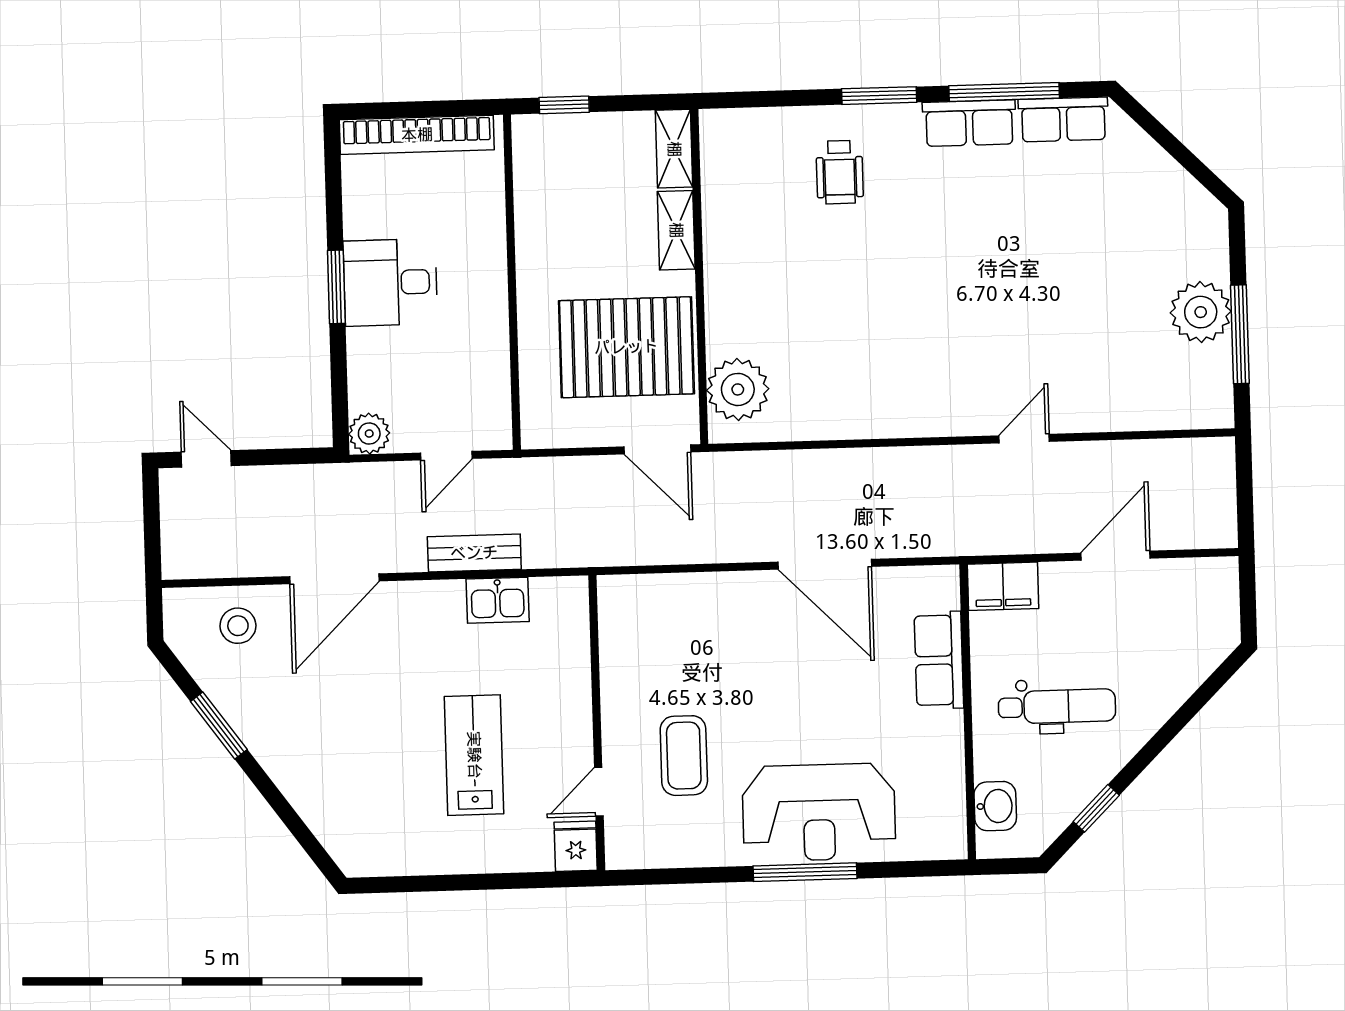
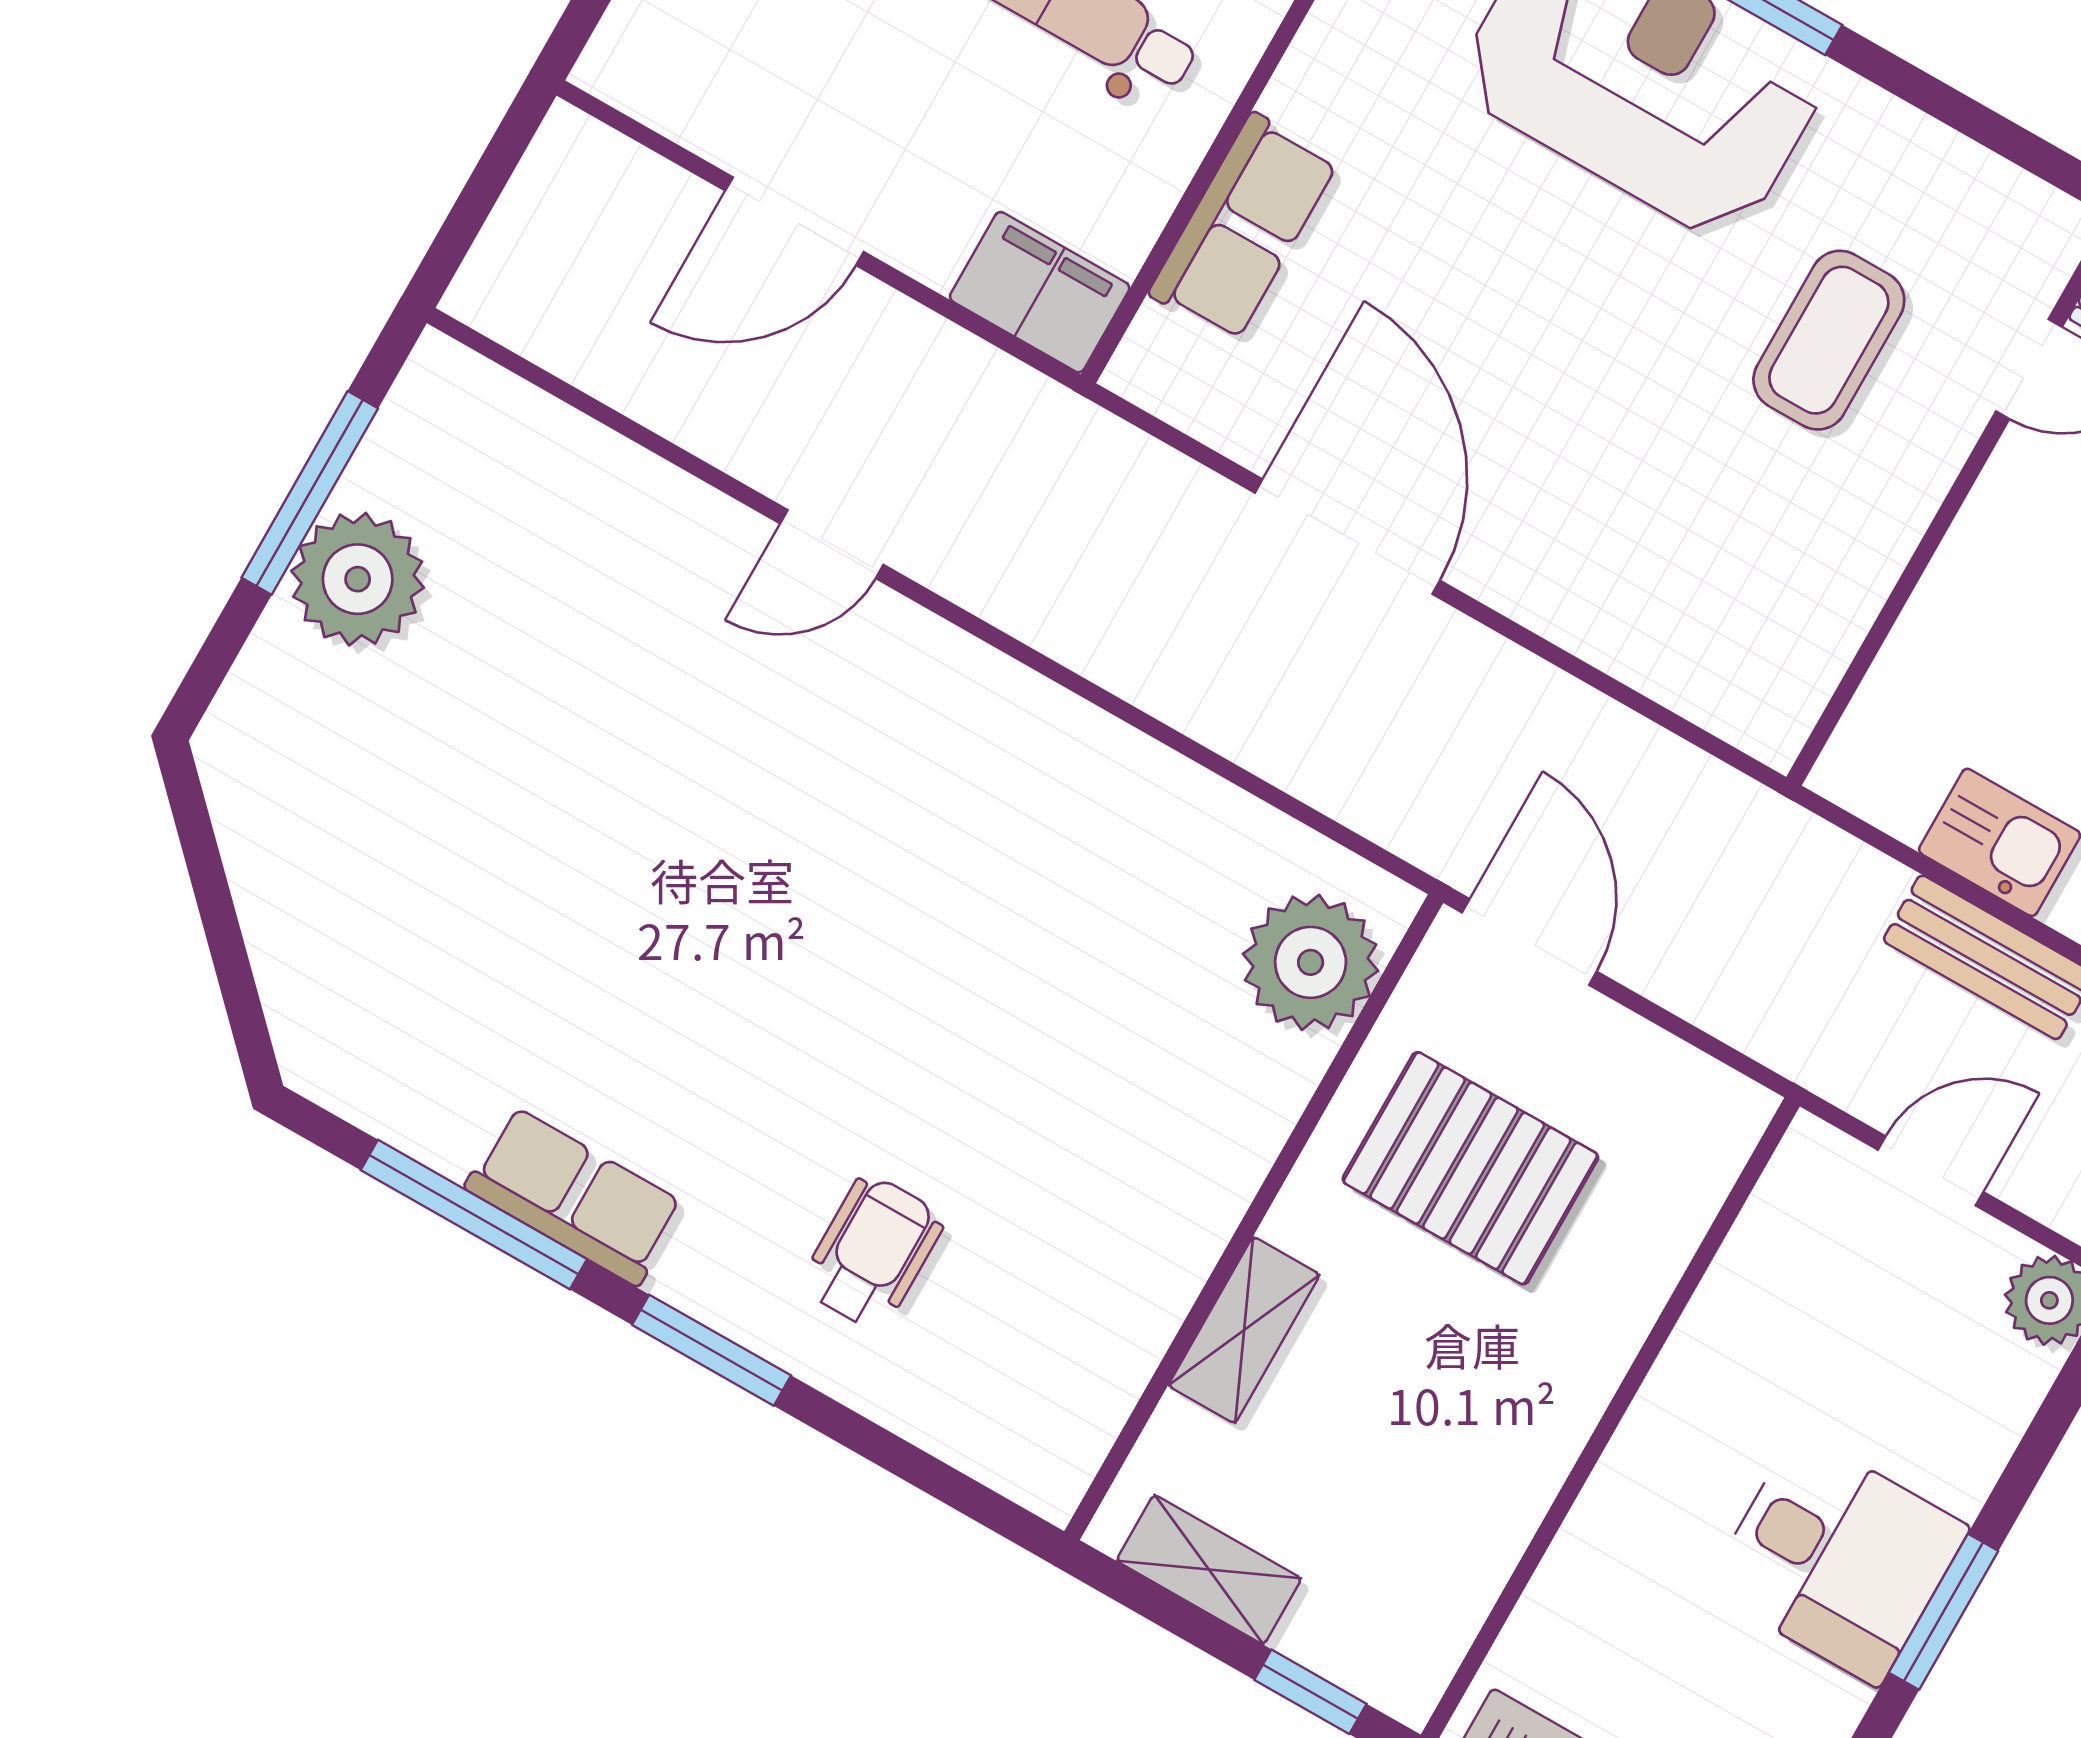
row of seats: (1063, 119) -> (395, 1096), removed
shelving: (674, 149) -> (1209, 1570), moved, turned 90
pallet: (626, 347) -> (1470, 1168), width x0.73, depth x0.71

